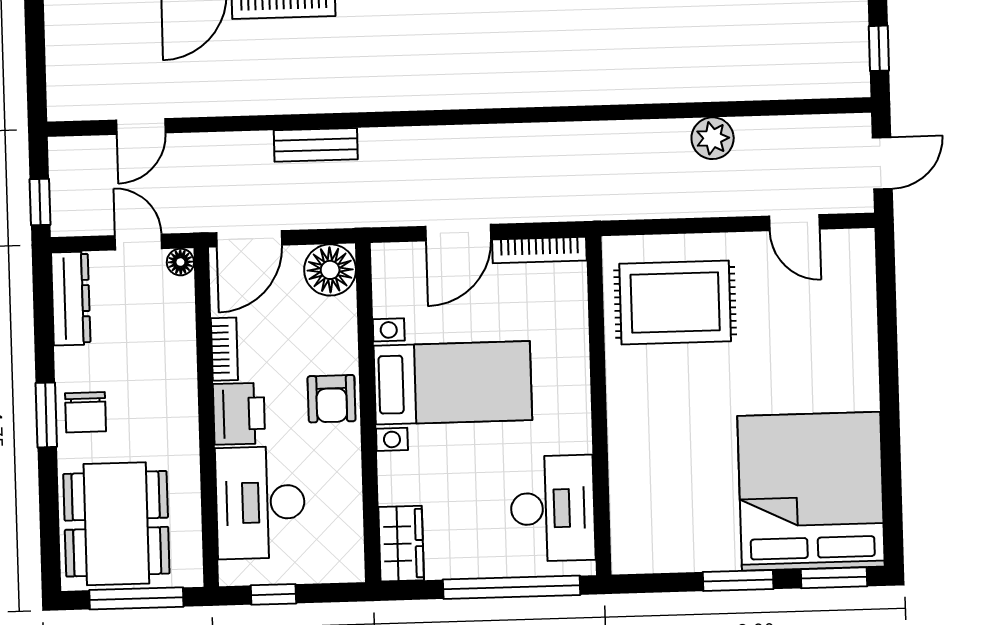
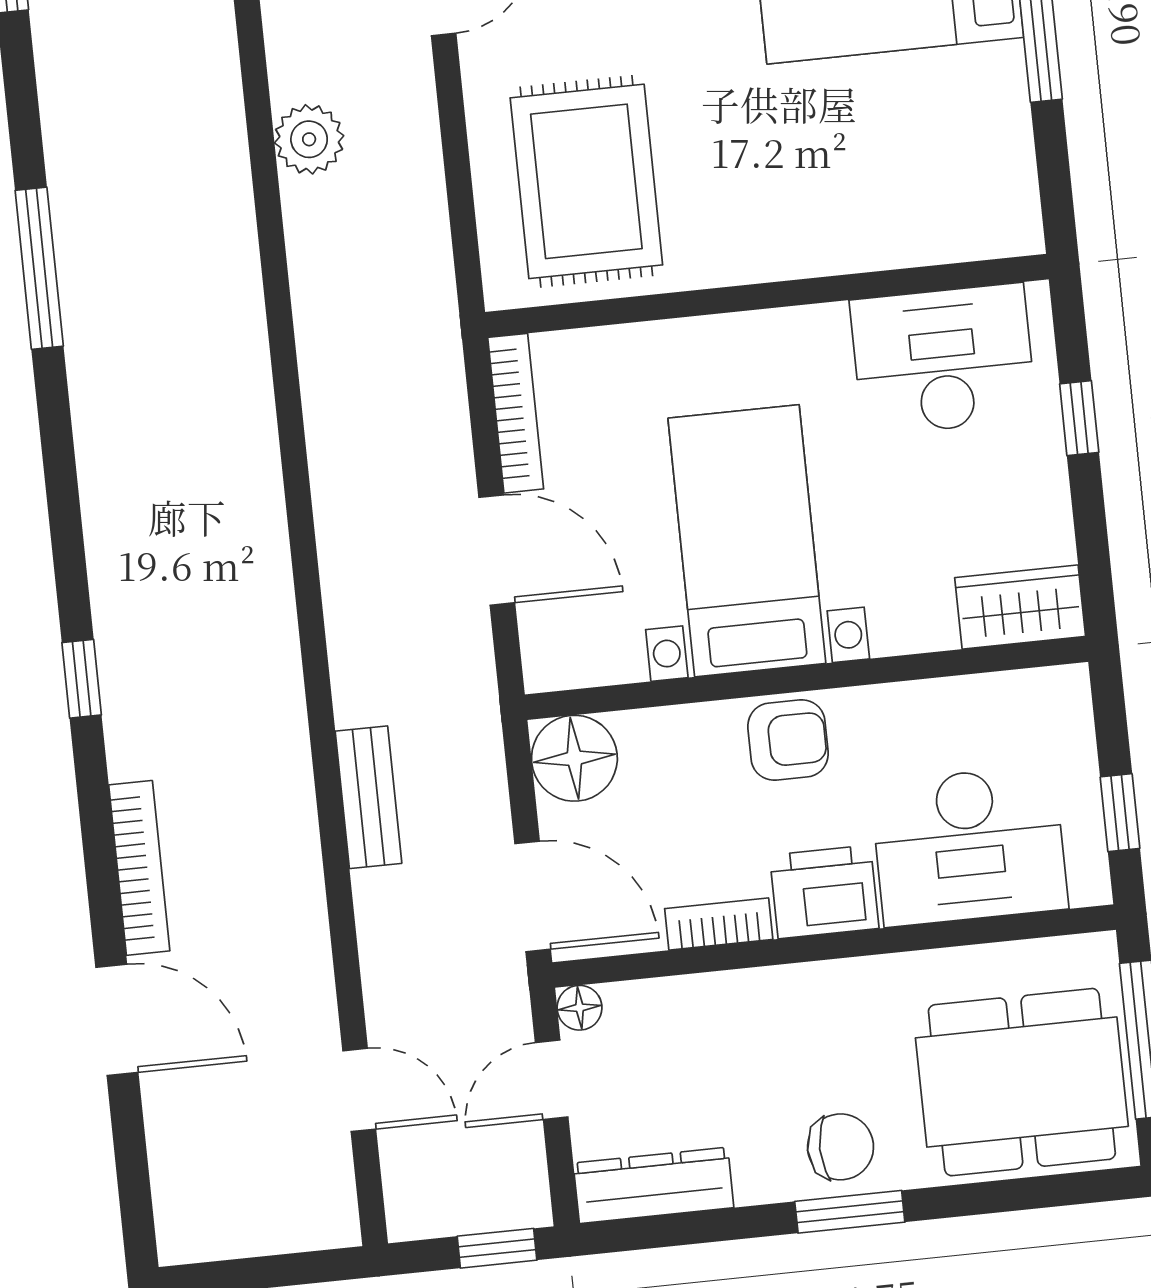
window: (512, 587) -> (1079, 418), width x0.32

